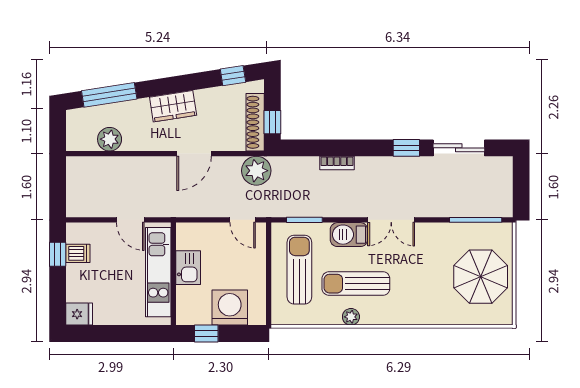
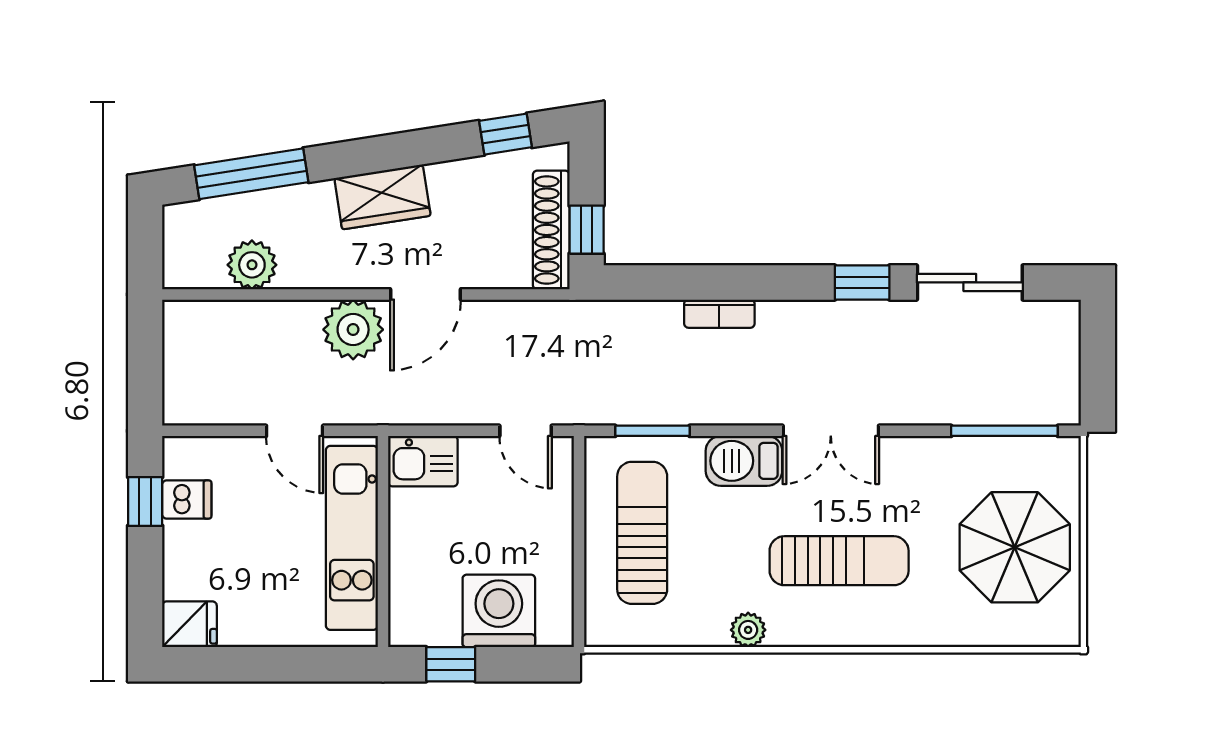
plant: (256, 171) -> (353, 330), moved
kitchen sink: (188, 268) -> (423, 461), moved, turned 90
sun lounger: (356, 284) -> (839, 561), moved, turned 180

